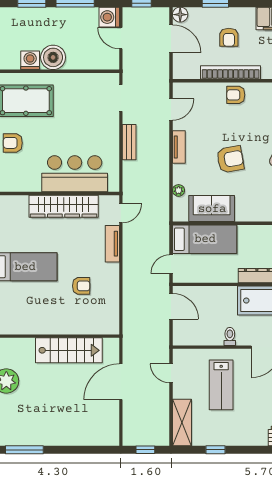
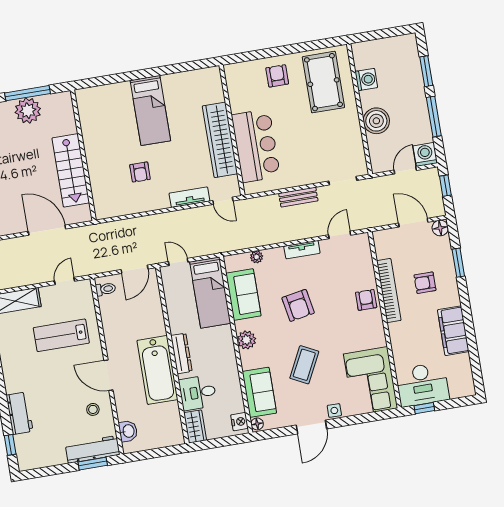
door: (171, 39) -> (413, 223), swing flipped
boiler: (53, 57) -> (376, 121), moved
door: (171, 109) -> (340, 235), swing flipped
plant: (254, 213) -> (246, 340), added
toilet: (230, 336) -> (105, 289), moved

